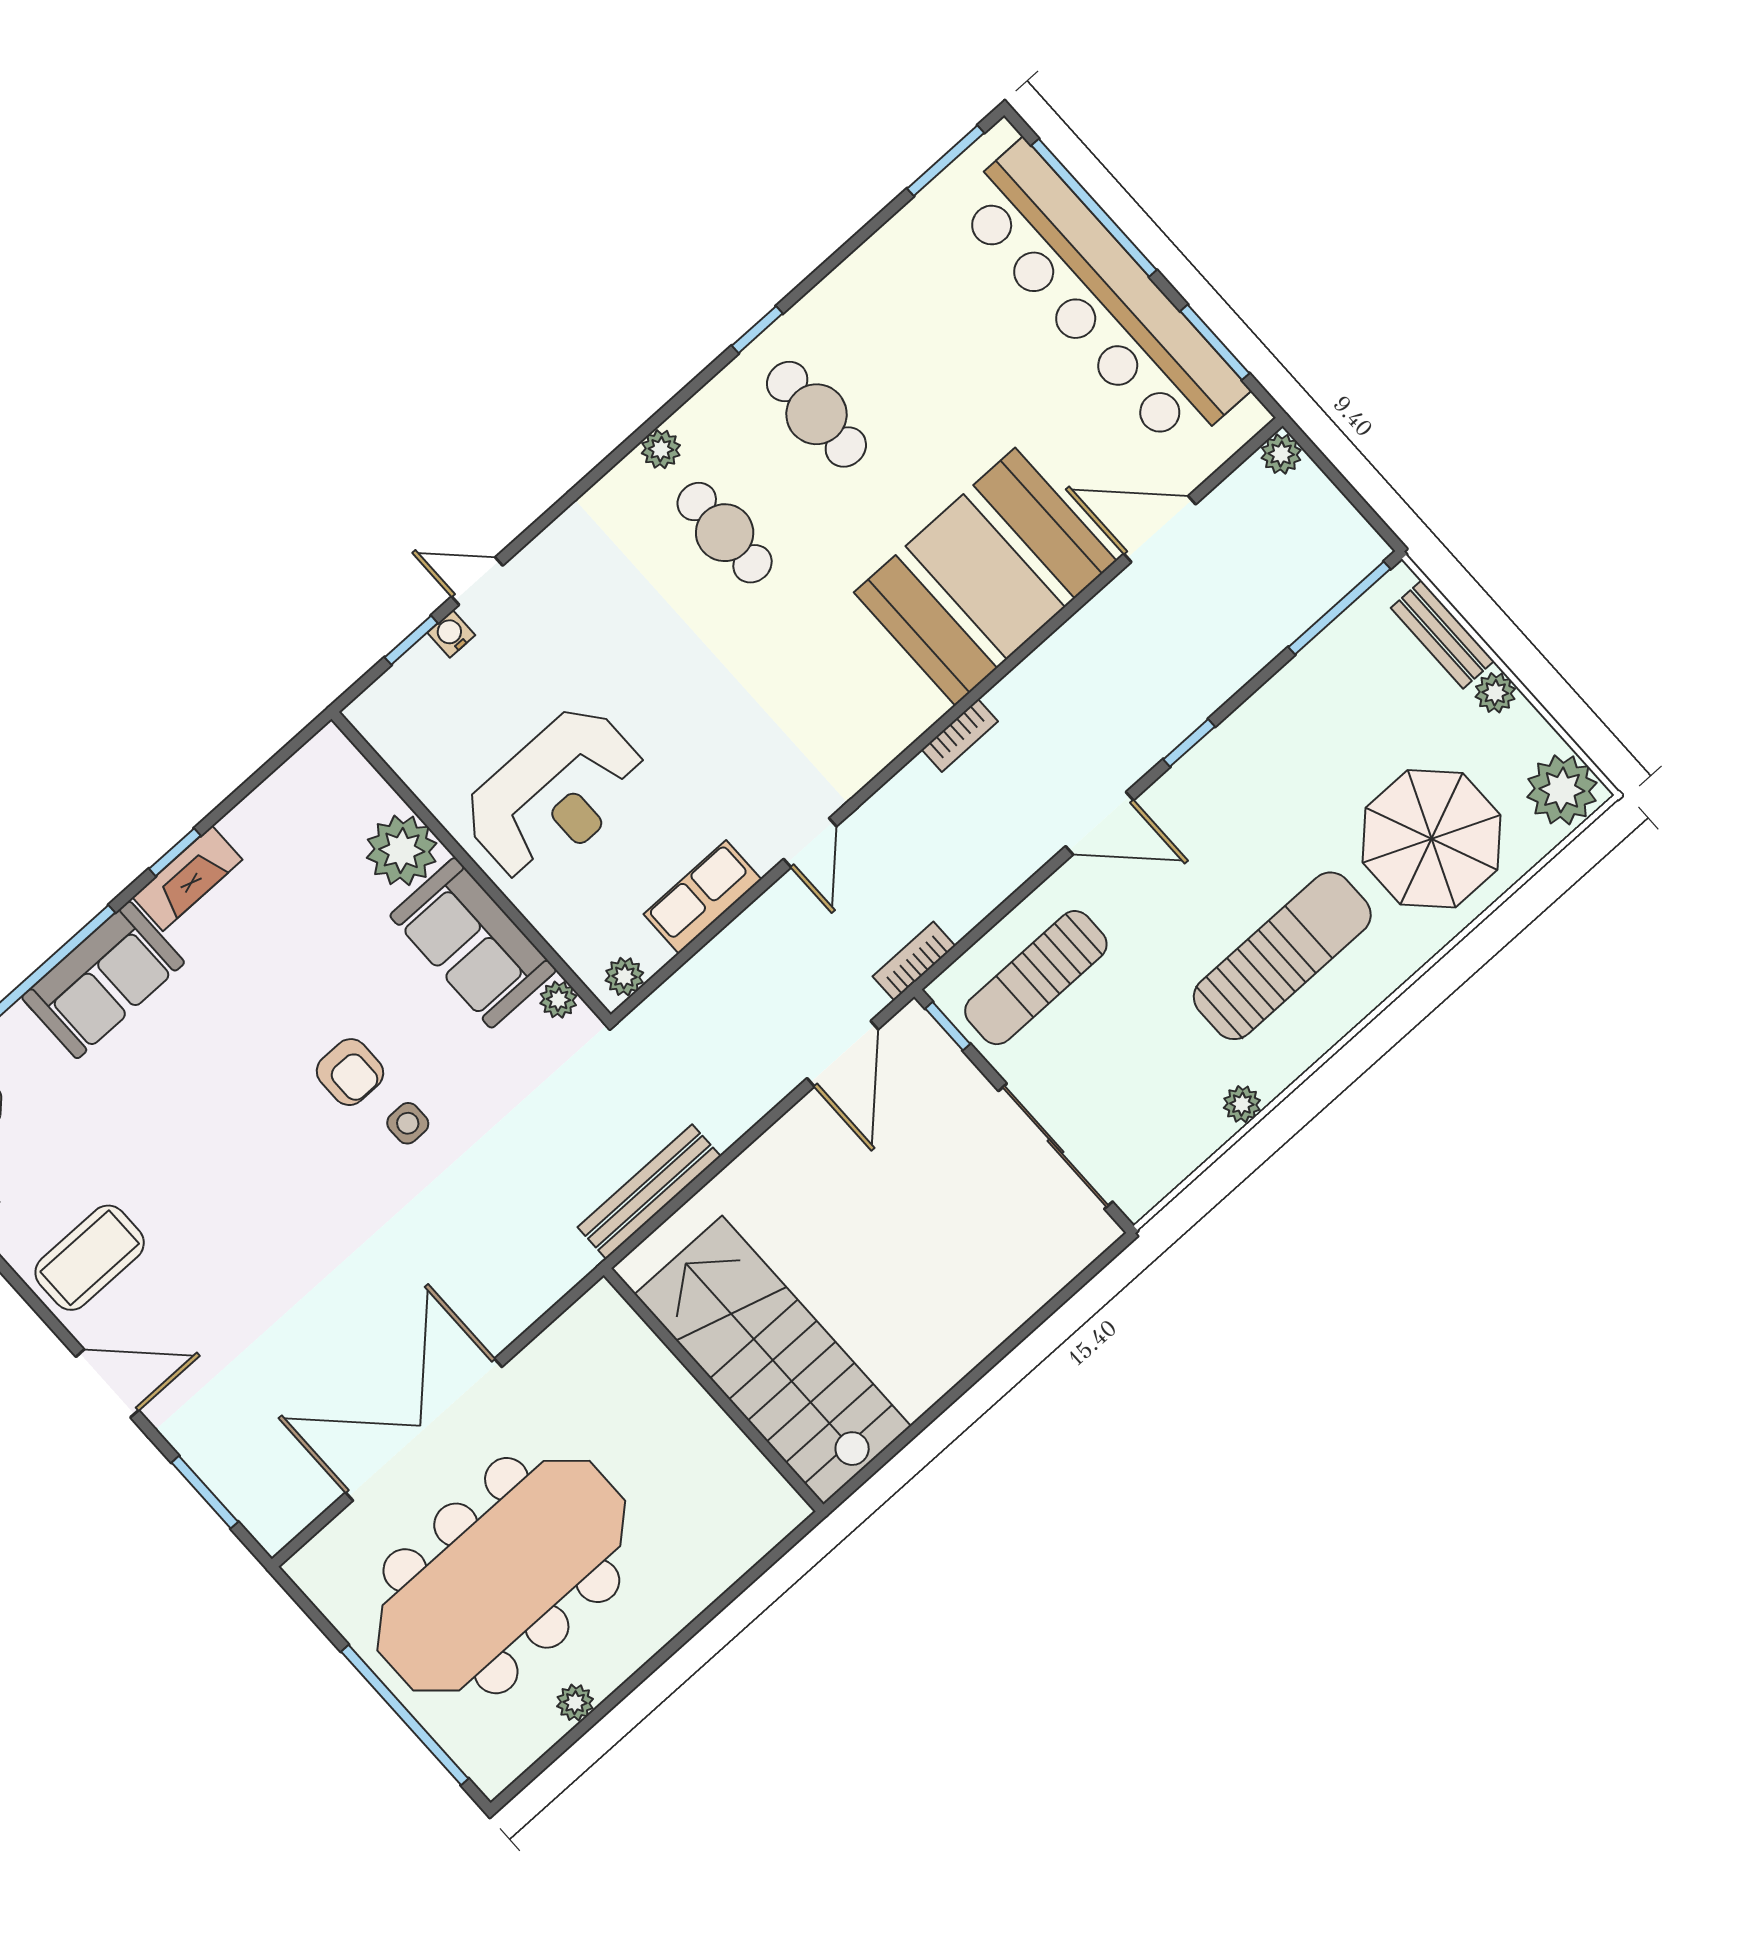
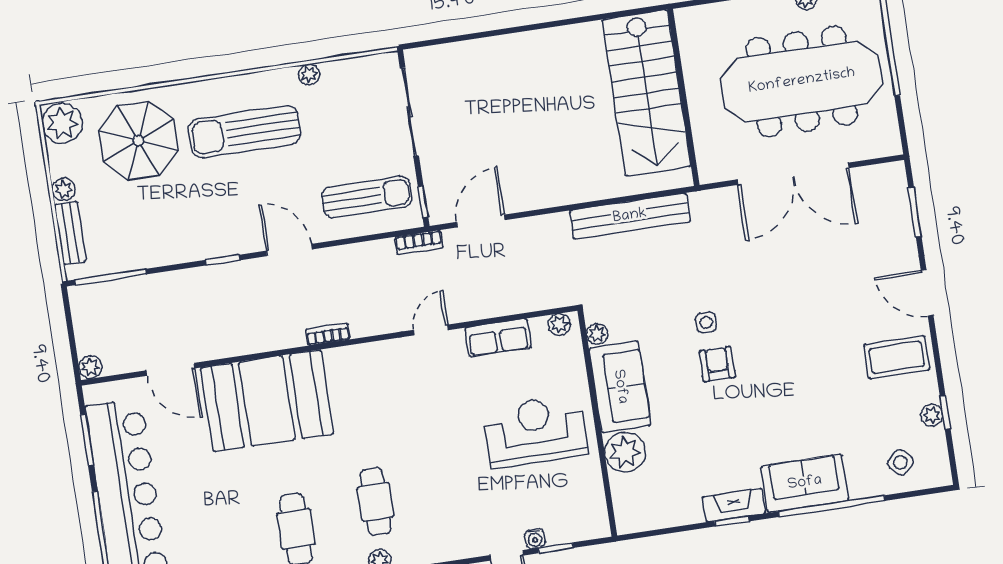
bench: (649, 1192) -> (630, 216), width x1.37, depth x1.21
stairs: (773, 1360) -> (646, 93), moved
wall: (713, 1390) -> (683, 97), moved

